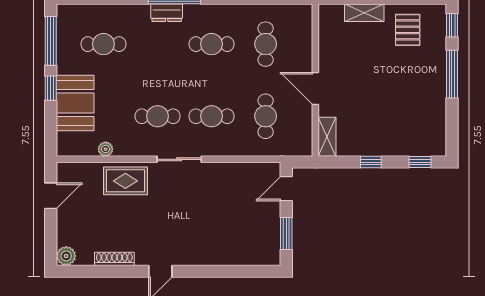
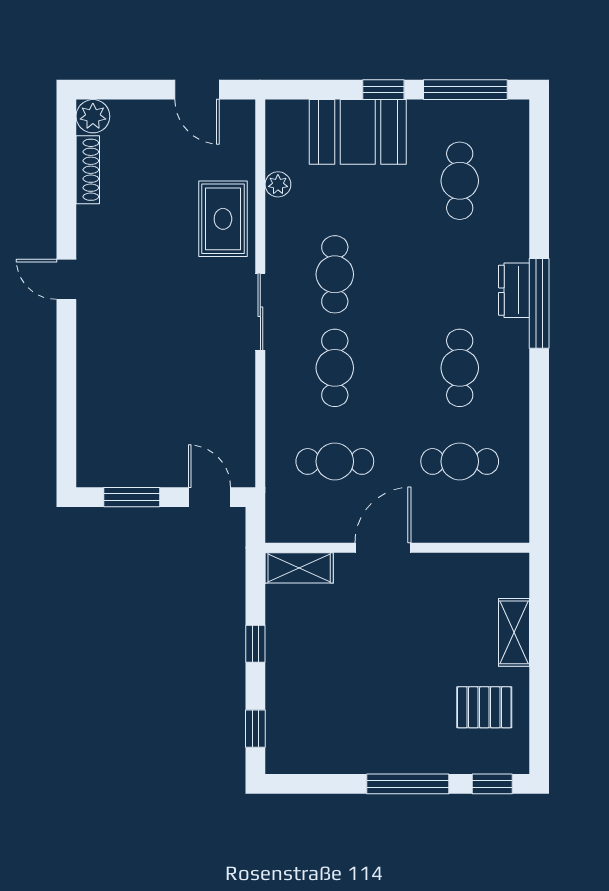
shoe rack: (114, 259) -> (88, 170), moved

